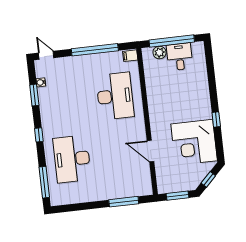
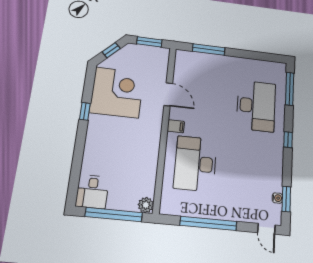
plant: (159, 52) -> (146, 205), moved
filing cabinet: (130, 56) -> (176, 126), moved
desk: (180, 57) -> (92, 192), moved
window: (34, 95) -> (286, 199), moved

